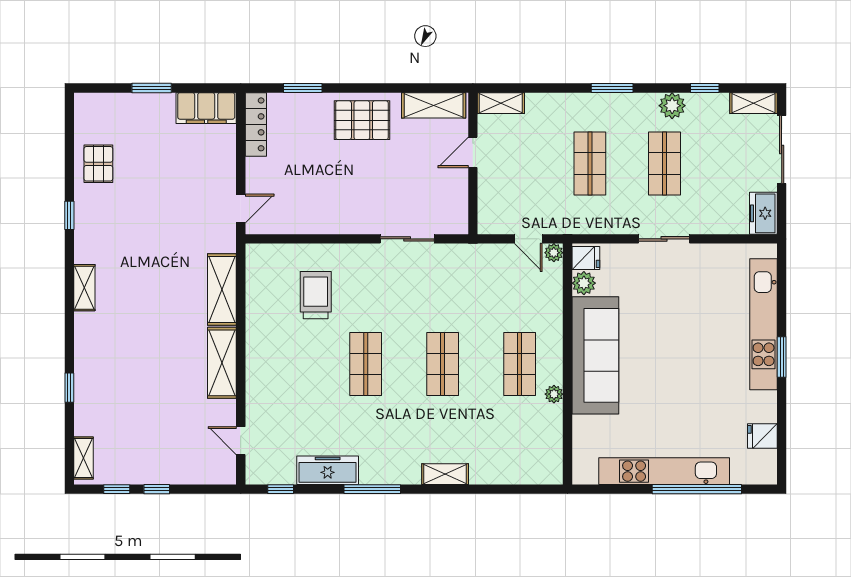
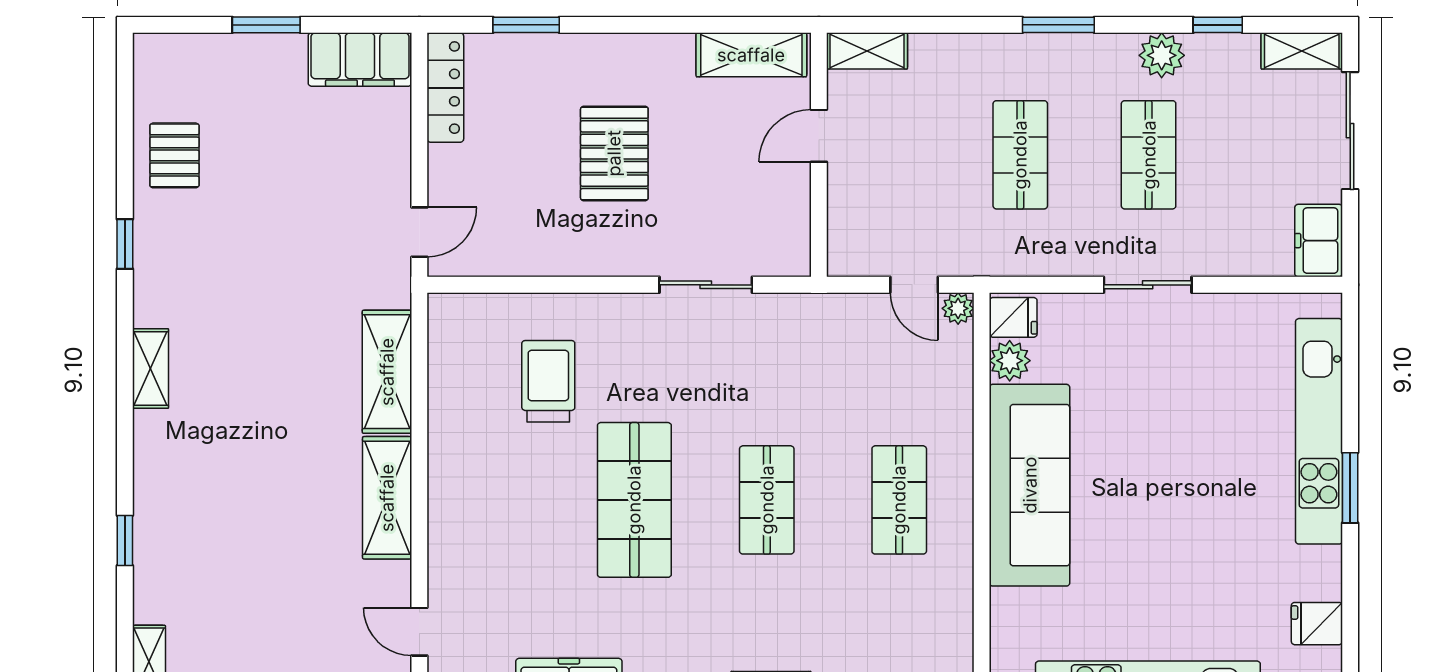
pallet: (362, 120) -> (614, 153), moved, turned 90
shop shelf: (366, 364) -> (634, 500), width x1.43, depth x1.36
plant: (554, 394) -> (958, 552), removed

